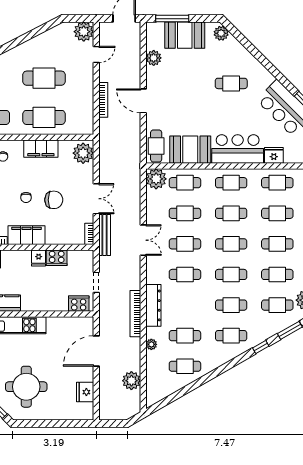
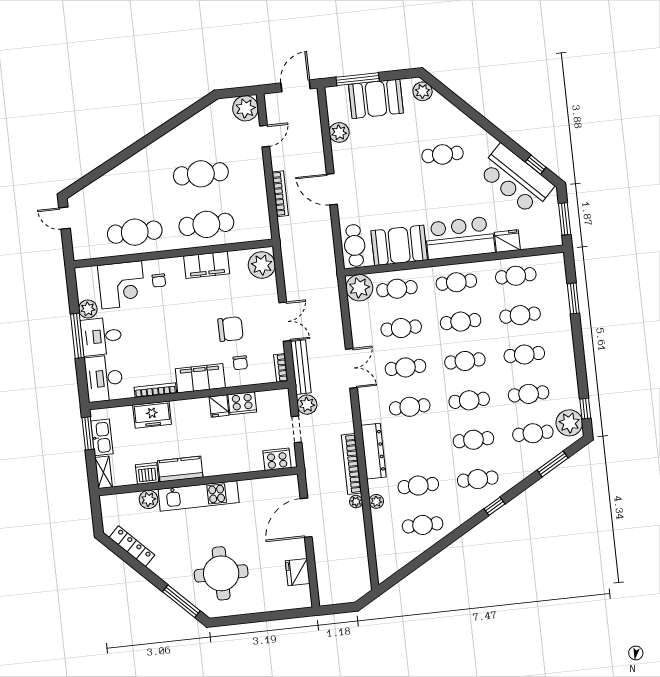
chair: (26, 198) -> (240, 363), moved
plant: (106, 264) -> (307, 405), added
window: (261, 347) -> (494, 506), moved
plant: (131, 381) -> (356, 502), moved, width x0.53, depth x0.53

